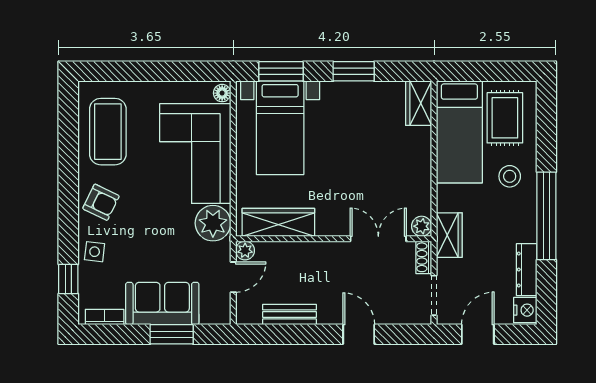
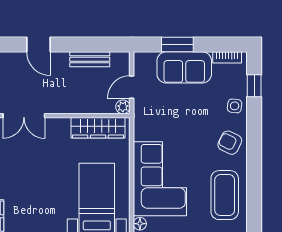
plant: (213, 223) -> (147, 127), removed

